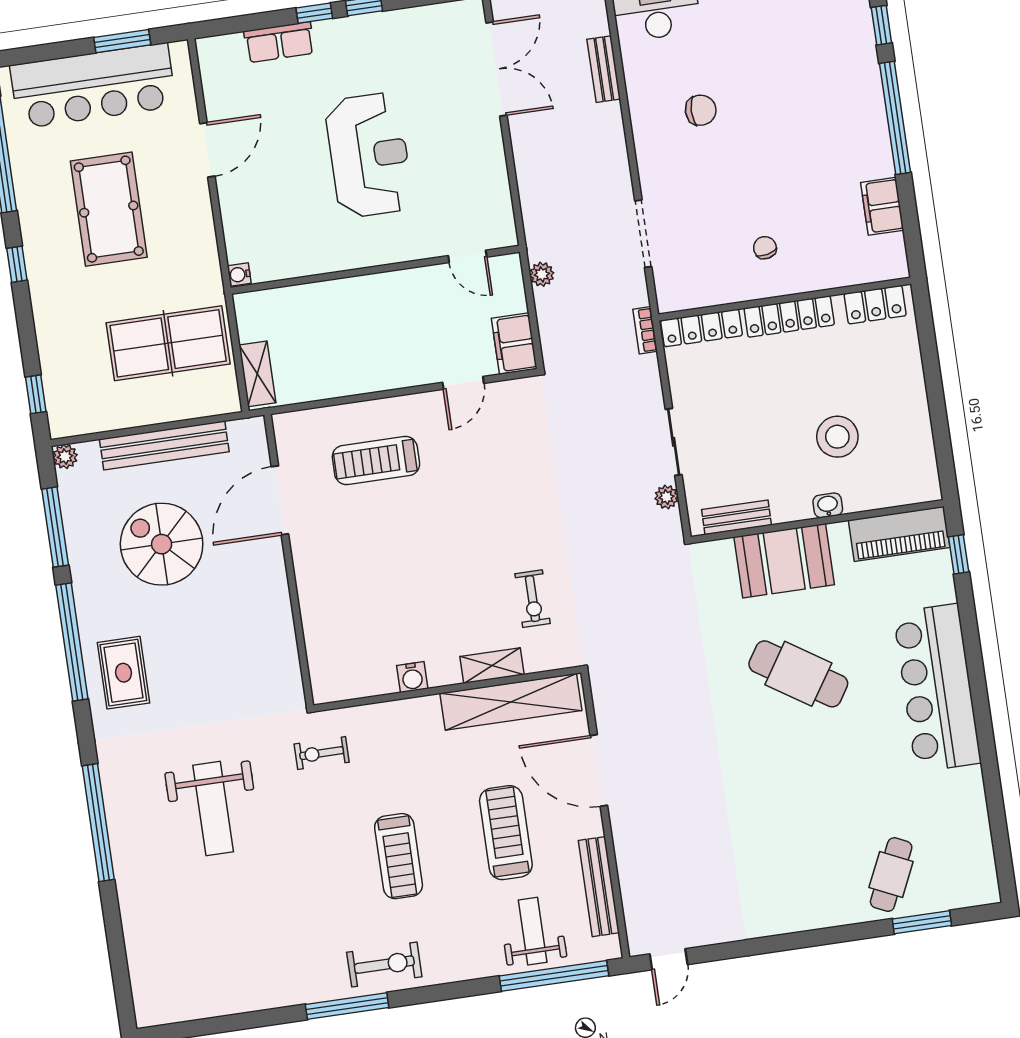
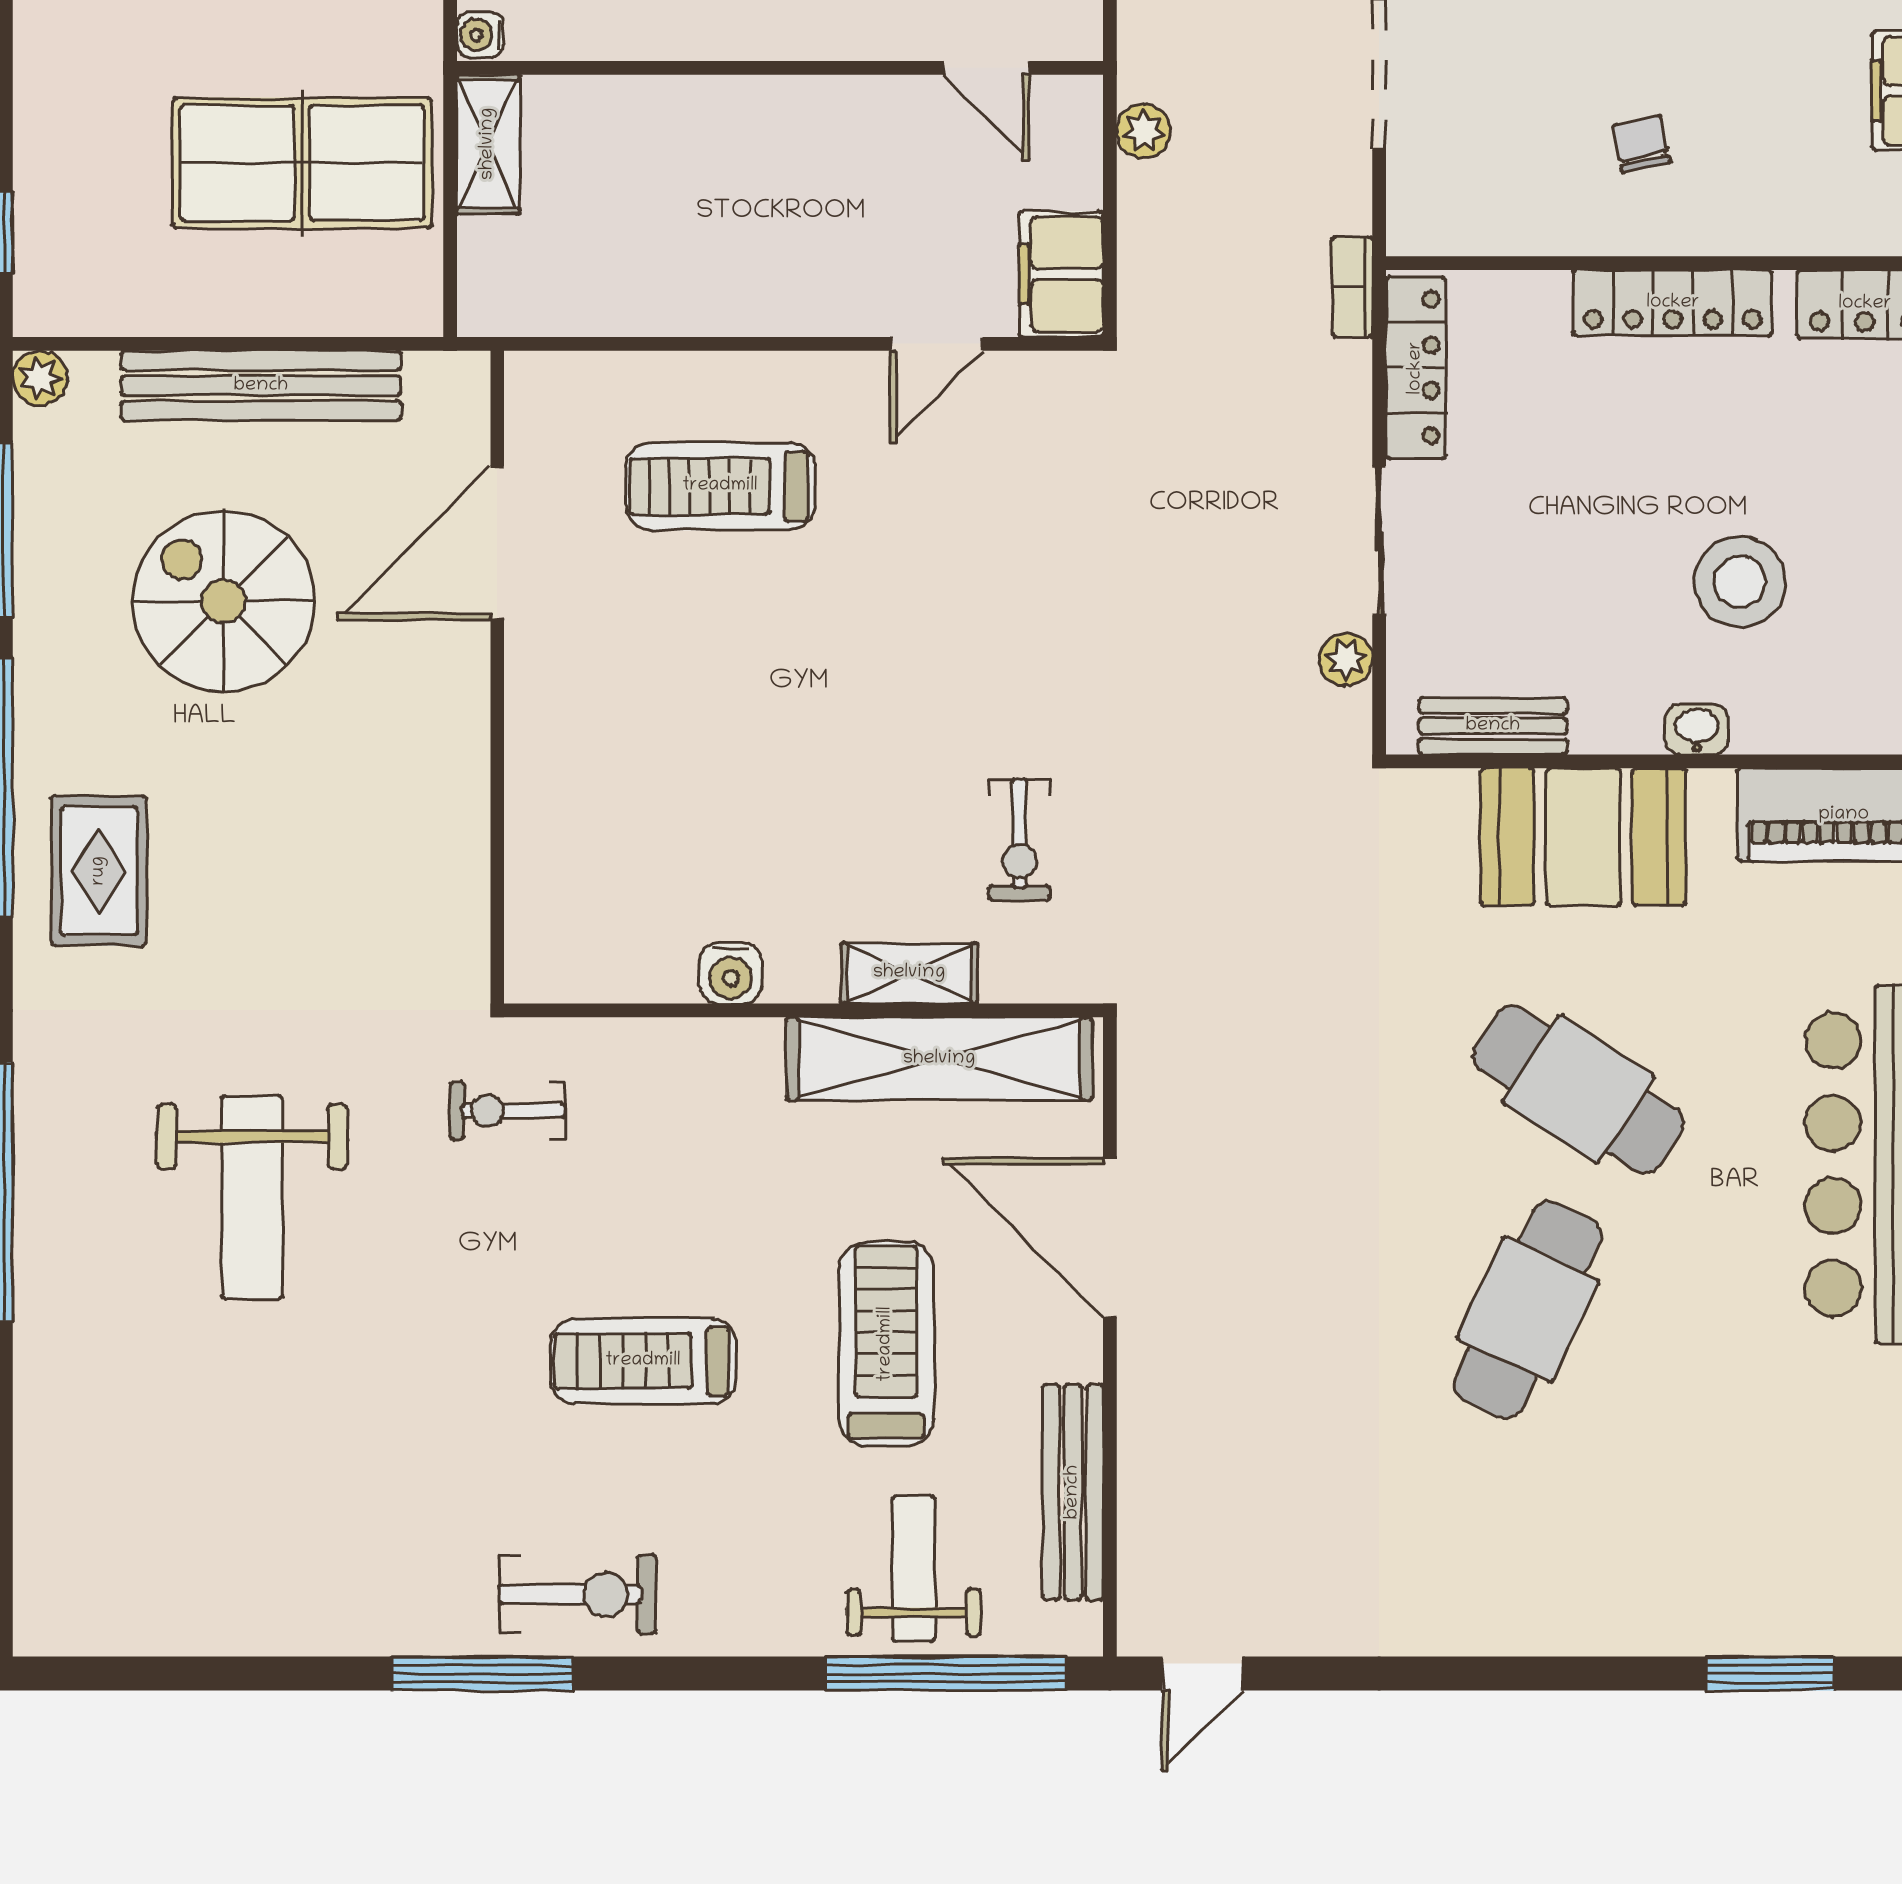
locker: (702, 328) -> (1416, 368), moved, turned -90
shelving: (257, 374) -> (488, 144), moved
treadmill: (399, 856) -> (643, 1361), turned 90
cafe table: (891, 875) -> (1528, 1310), moved, width x1.37, depth x1.35

